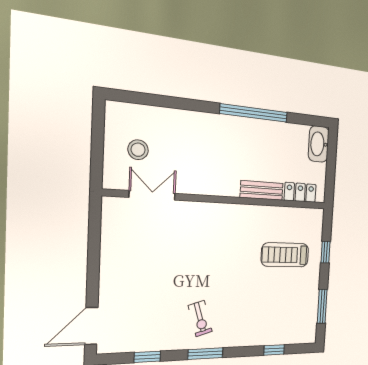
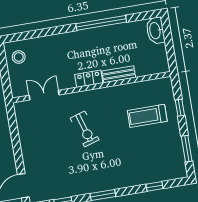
stool: (138, 150) -> (19, 57), moved
locker: (300, 192) -> (89, 79), moved
exercise bike: (200, 319) -> (85, 129), moved, width x1.38, depth x1.39

